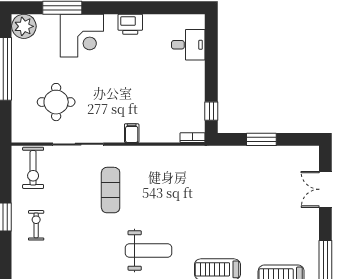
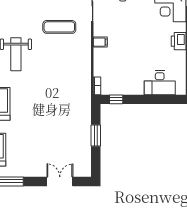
desk: (188, 45) -> (160, 83), width x1.37

